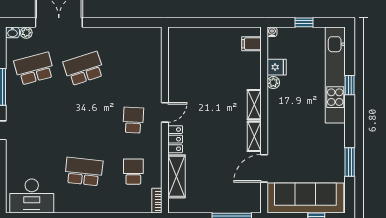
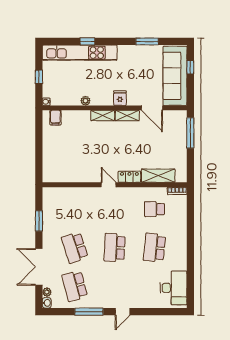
window: (118, 22) -> (39, 221), added
fridge: (277, 67) -> (120, 98), moved
school desk: (133, 120) -> (115, 248), moved, width x1.85

